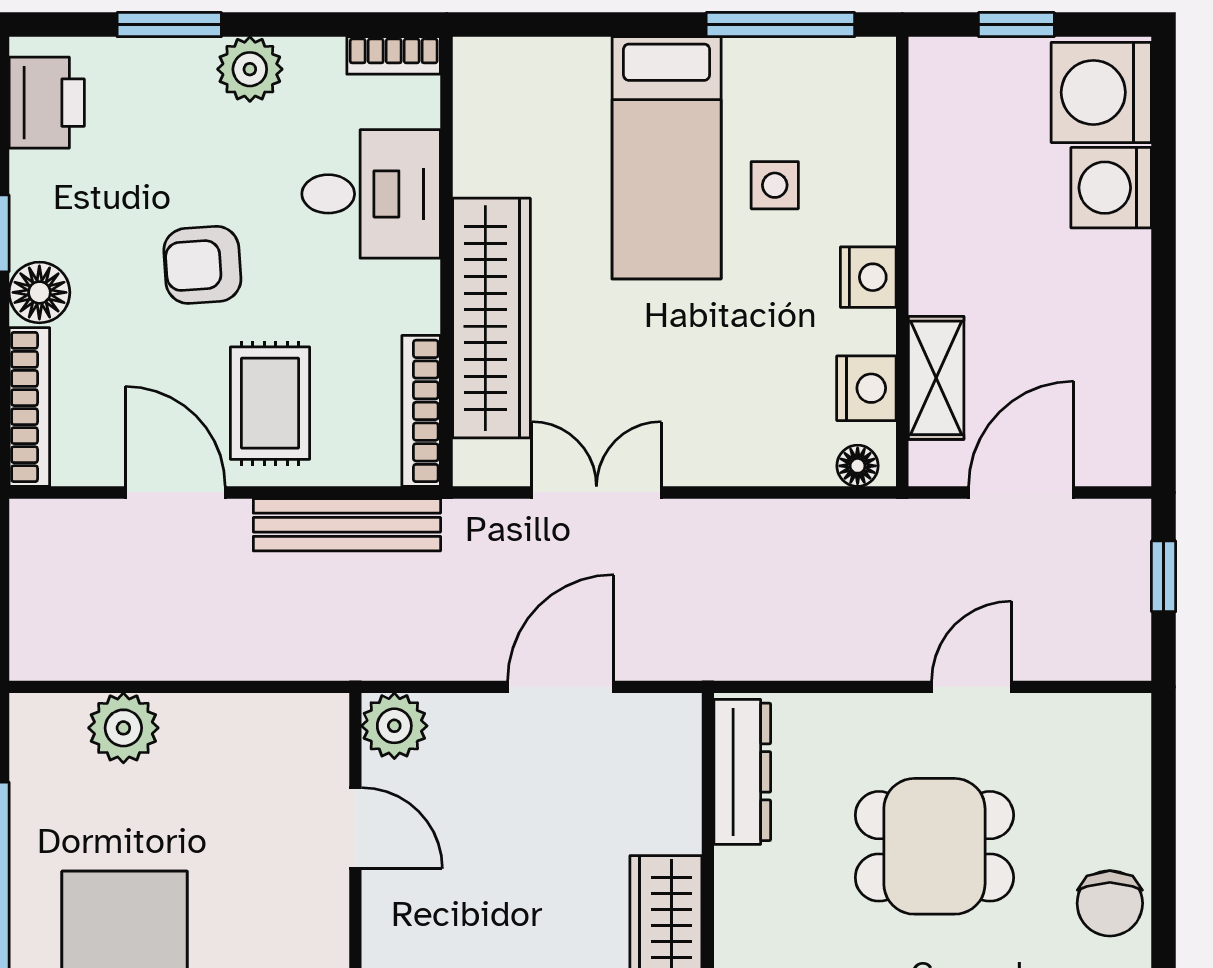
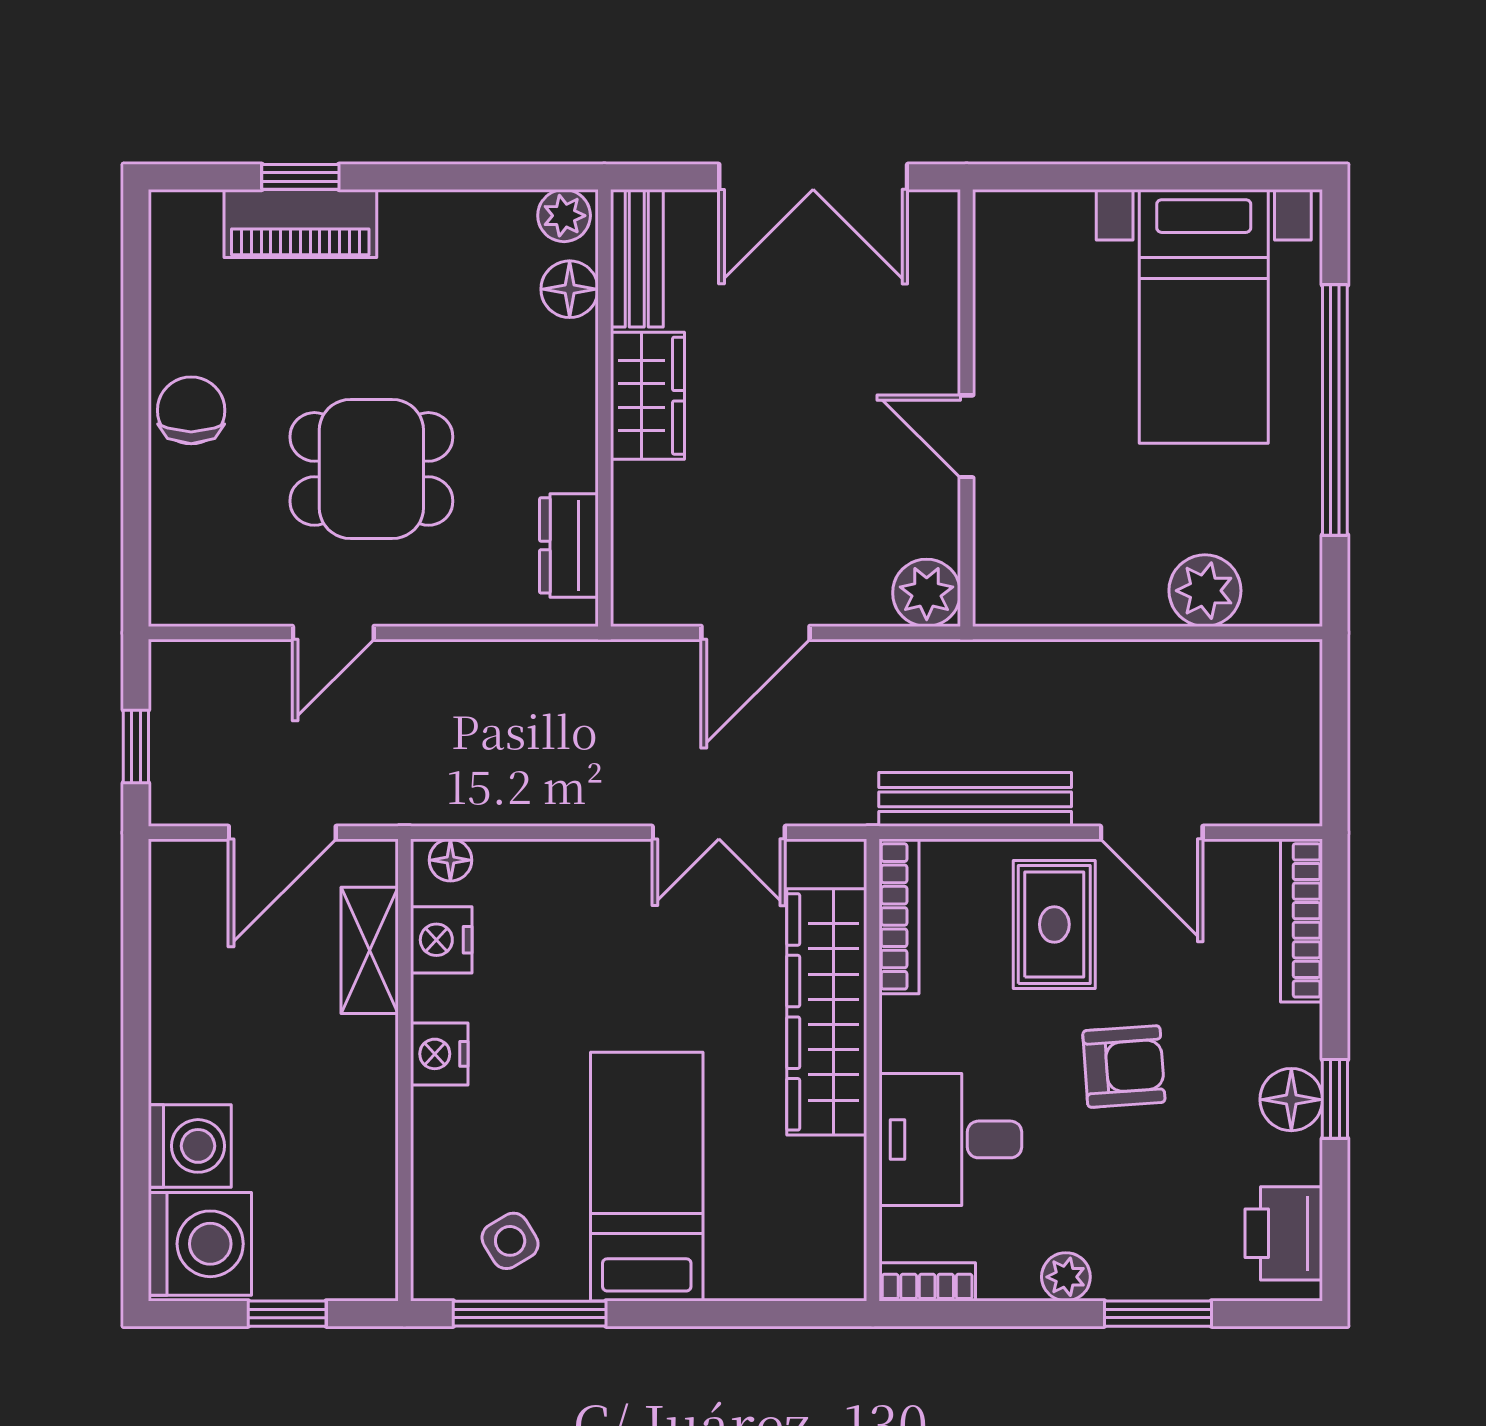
plant: (250, 69) -> (1066, 1277), width x0.73, depth x0.73
side table: (775, 185) -> (510, 1241), moved, turned -31
floor lamp: (39, 292) -> (1291, 1100), moved
dresser: (742, 772) -> (569, 545), width x0.70
door: (355, 828) -> (967, 436), moved

